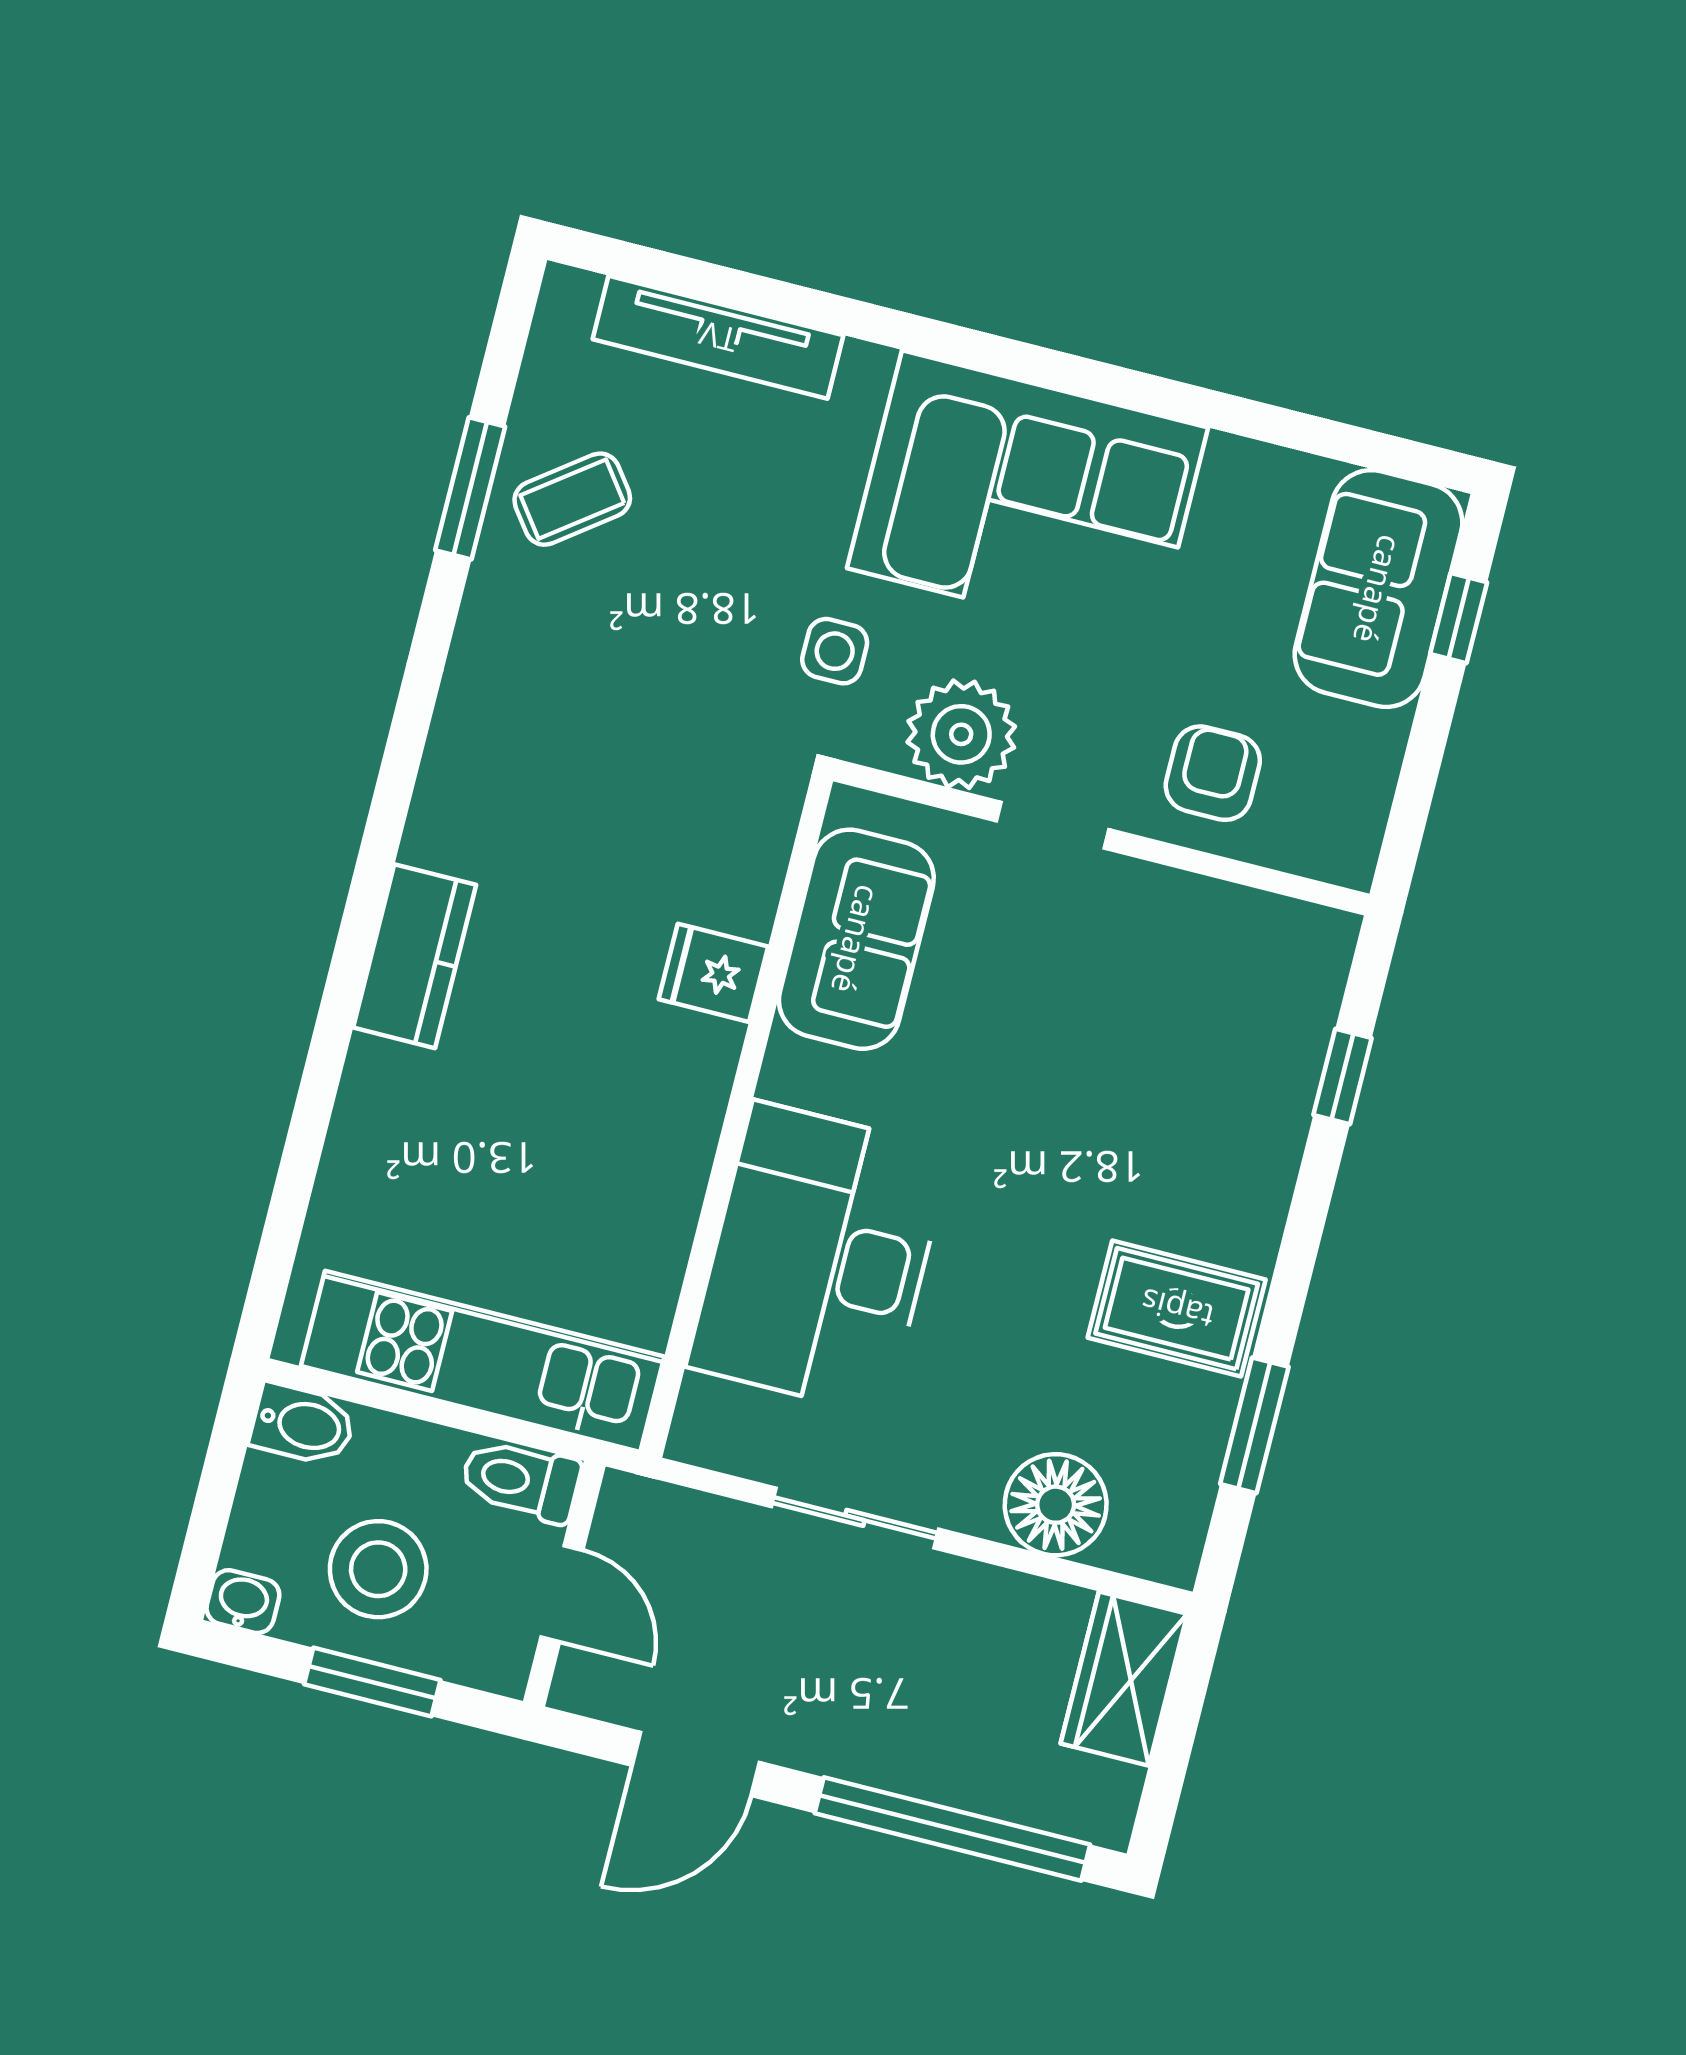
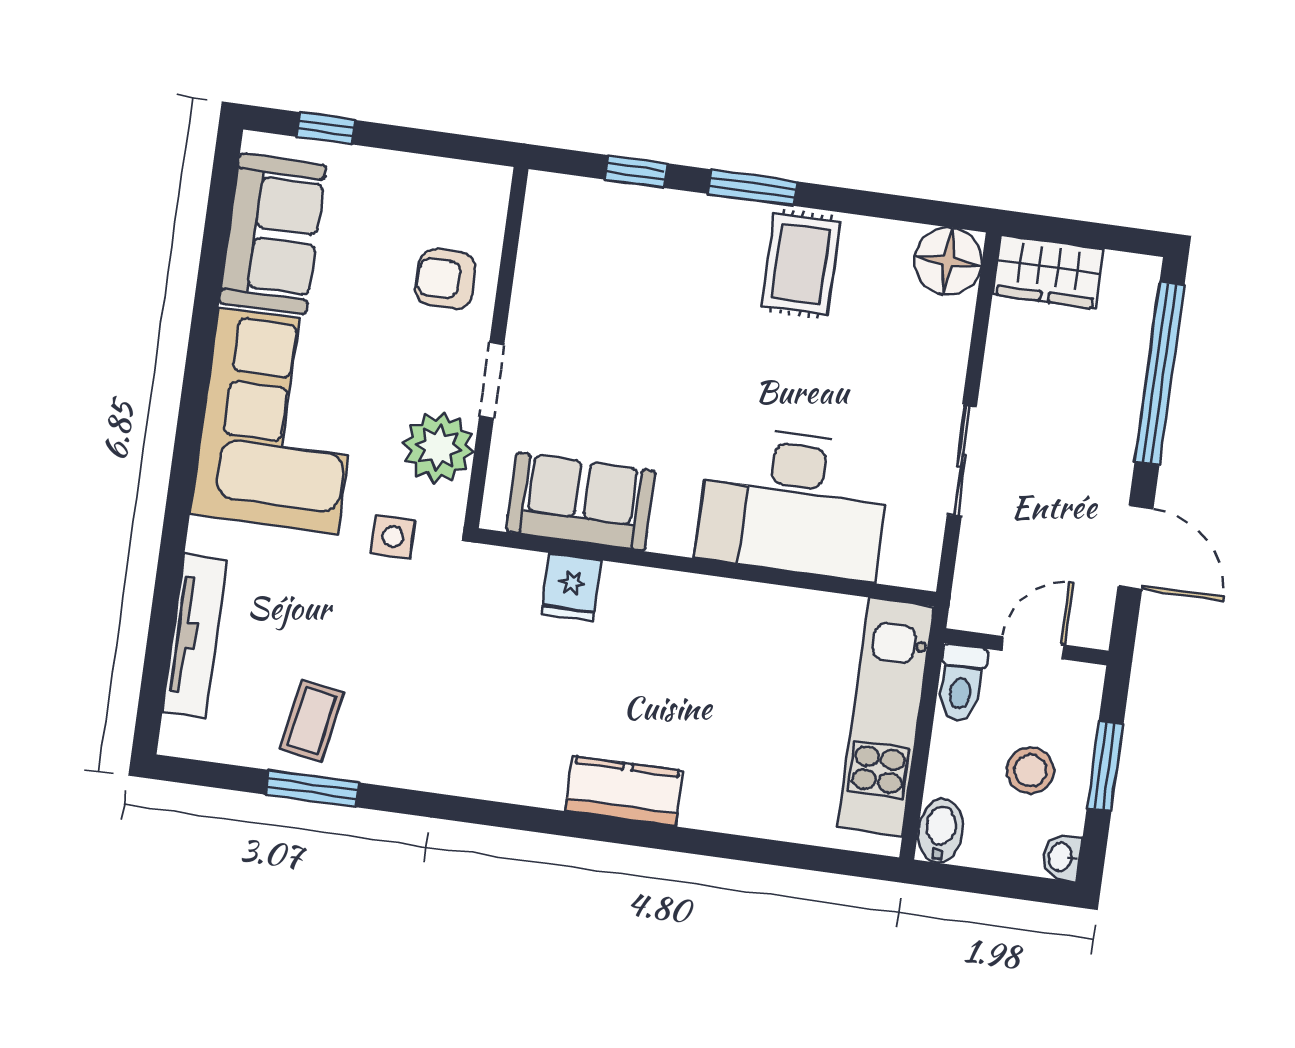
coffee table: (572, 499) -> (312, 720), turned 47
sofa: (1378, 589) -> (273, 234), moved, turned -90
fridge: (713, 973) -> (571, 587), moved
window: (1254, 1425) -> (753, 188), moved
floor lamp: (1056, 1505) -> (948, 261), moved
stool: (378, 1569) -> (1030, 770), width x0.73, depth x0.73

